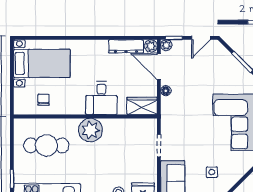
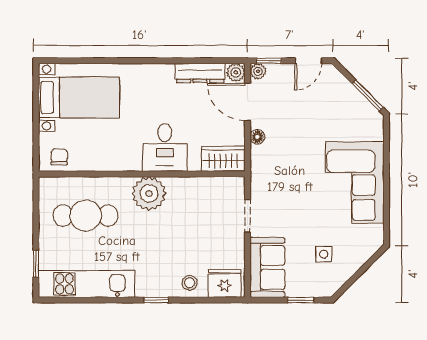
chair: (43, 100) -> (59, 157), moved

